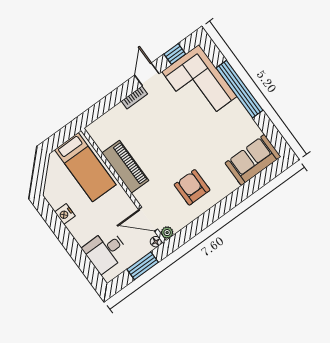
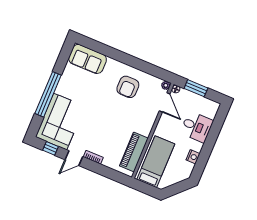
piano: (125, 167) -> (134, 152), moved
desk: (106, 251) -> (197, 127), moved

